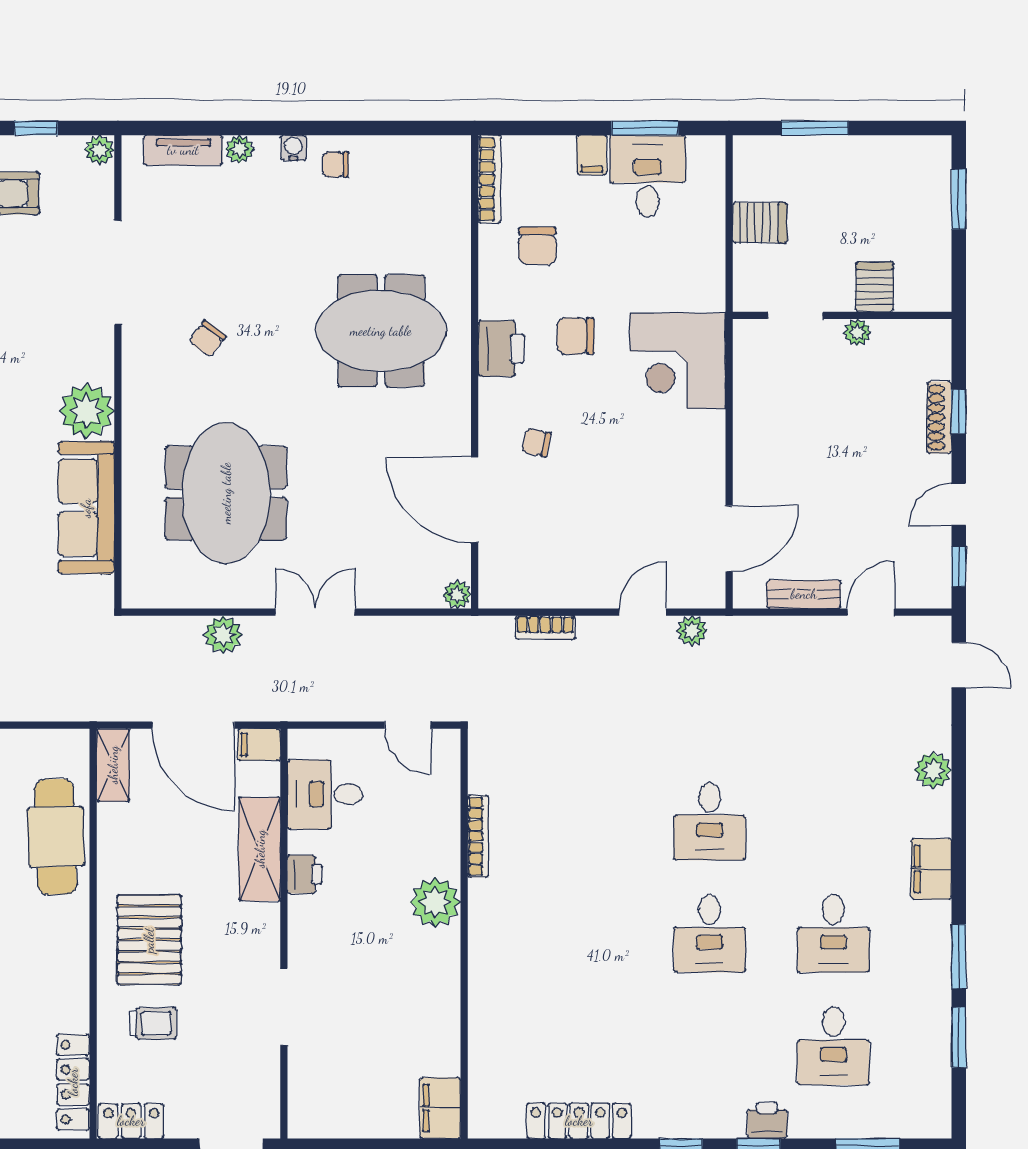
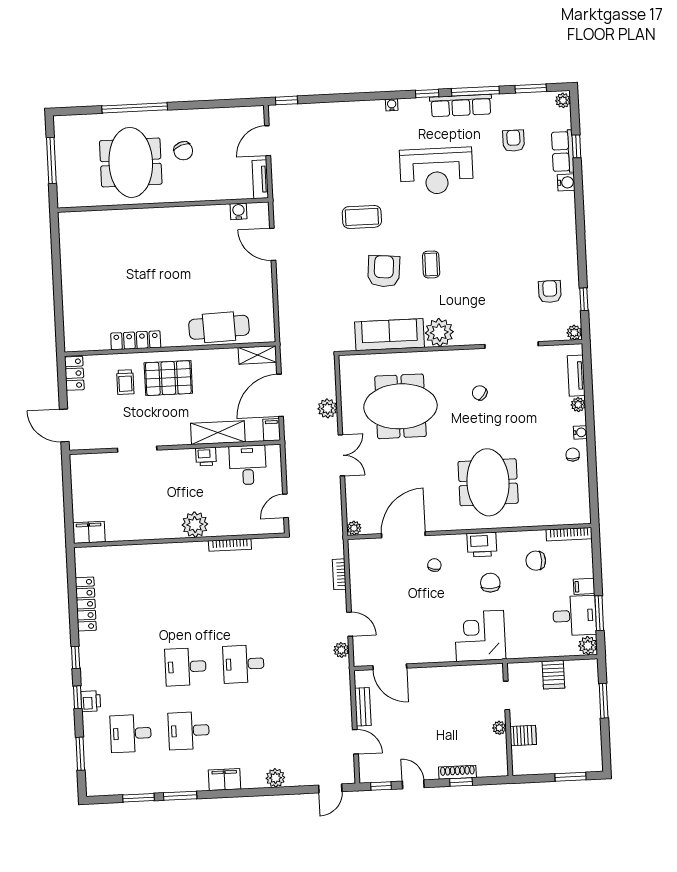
plant: (707, 153) -> (588, 646), added
locker: (73, 1082) -> (136, 340), moved

